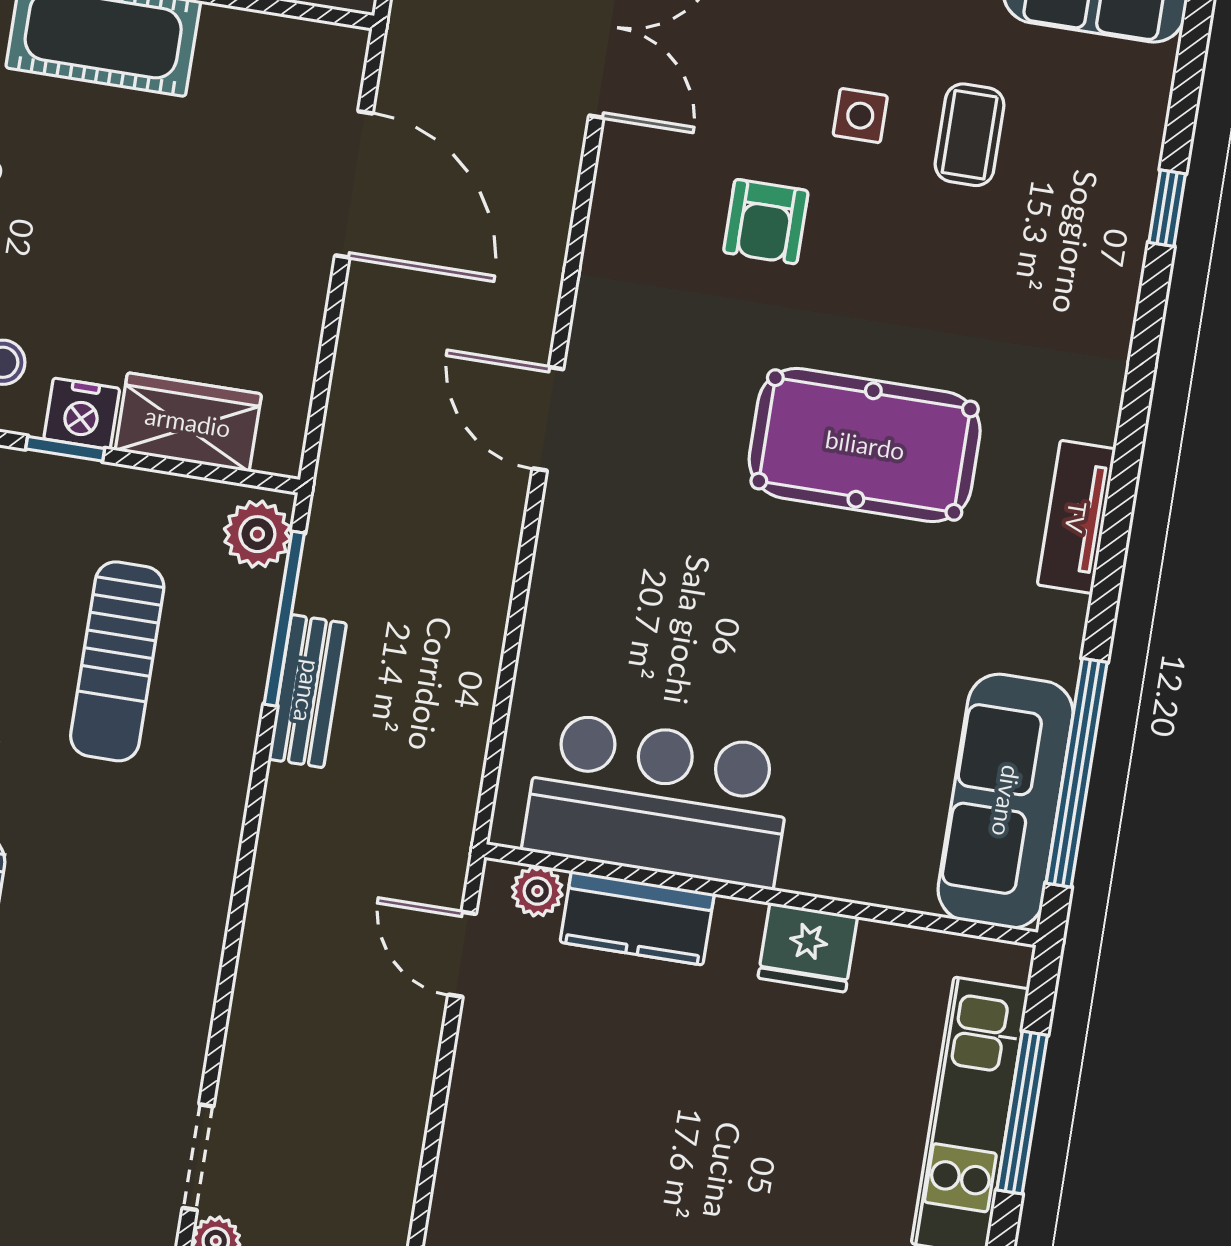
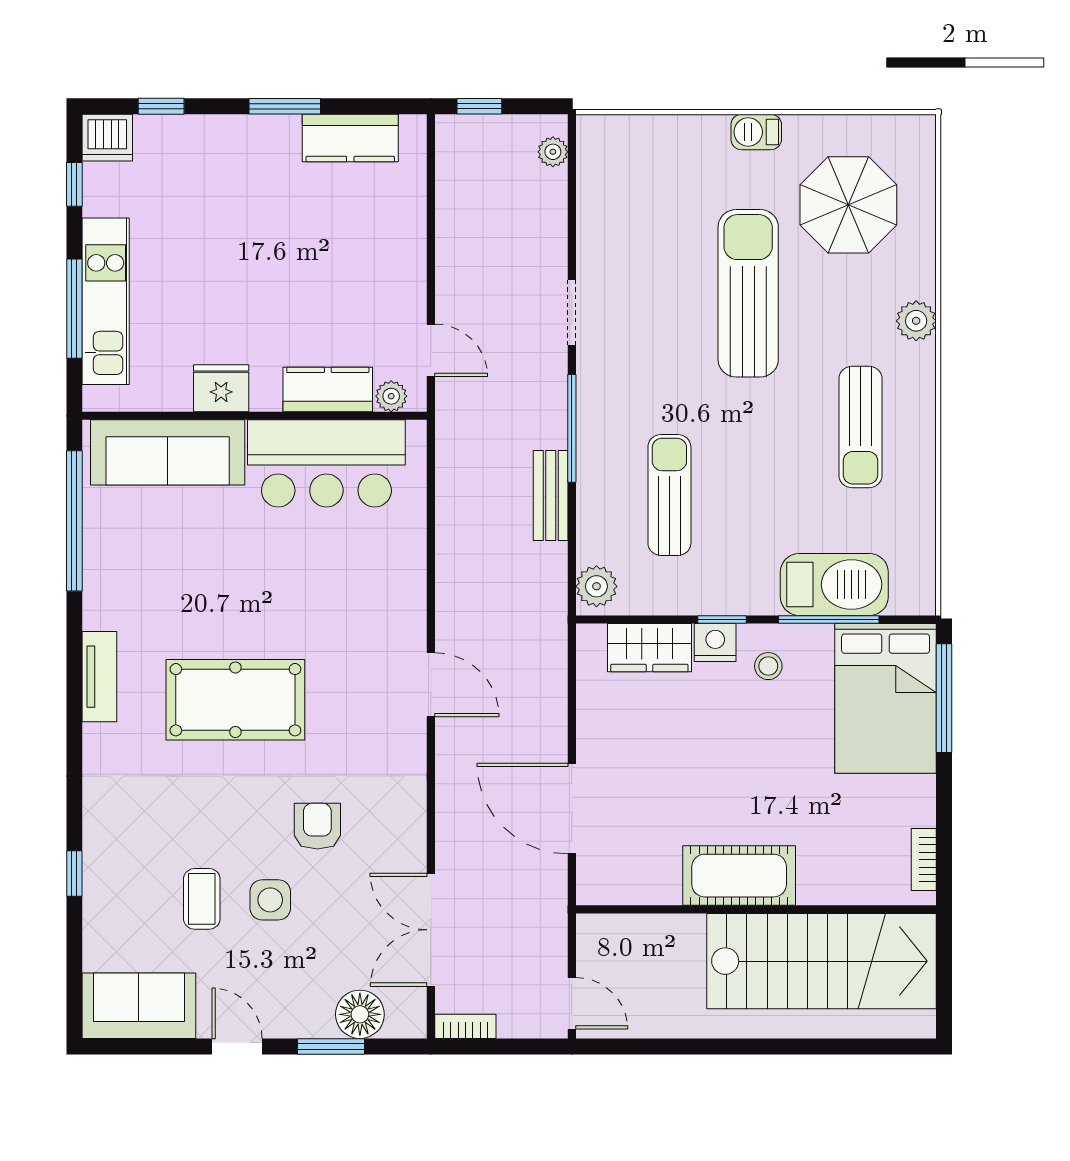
side table: (860, 116) -> (270, 900), width x1.37, depth x1.37
window: (284, 619) -> (572, 428), moved
sofa: (1006, 801) -> (168, 452), moved, turned 90
doorway: (198, 1157) -> (572, 312), moved

